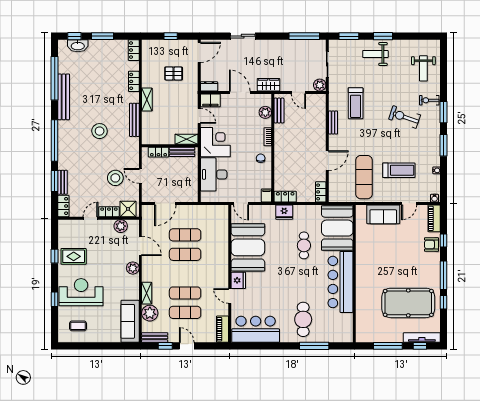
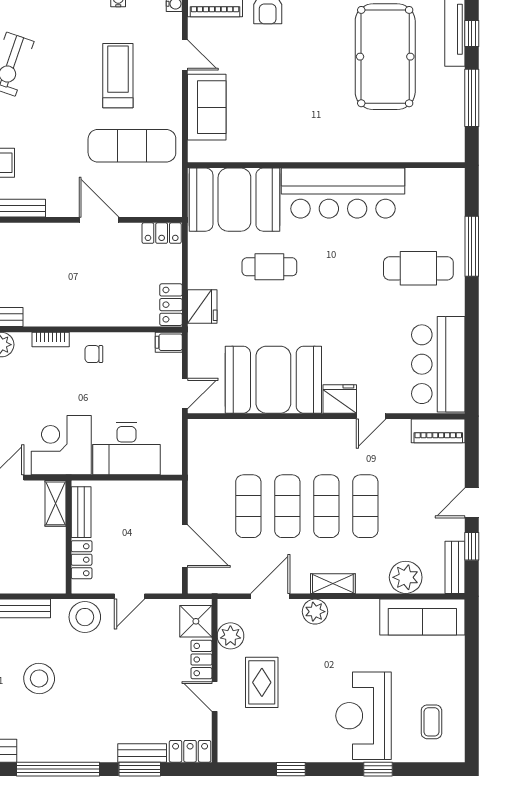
stool: (115, 178) -> (85, 617), moved
rug: (74, 256) -> (262, 682), moved
shelving: (147, 293) -> (333, 584), moved
exercise mat: (185, 312) -> (326, 506), moved

